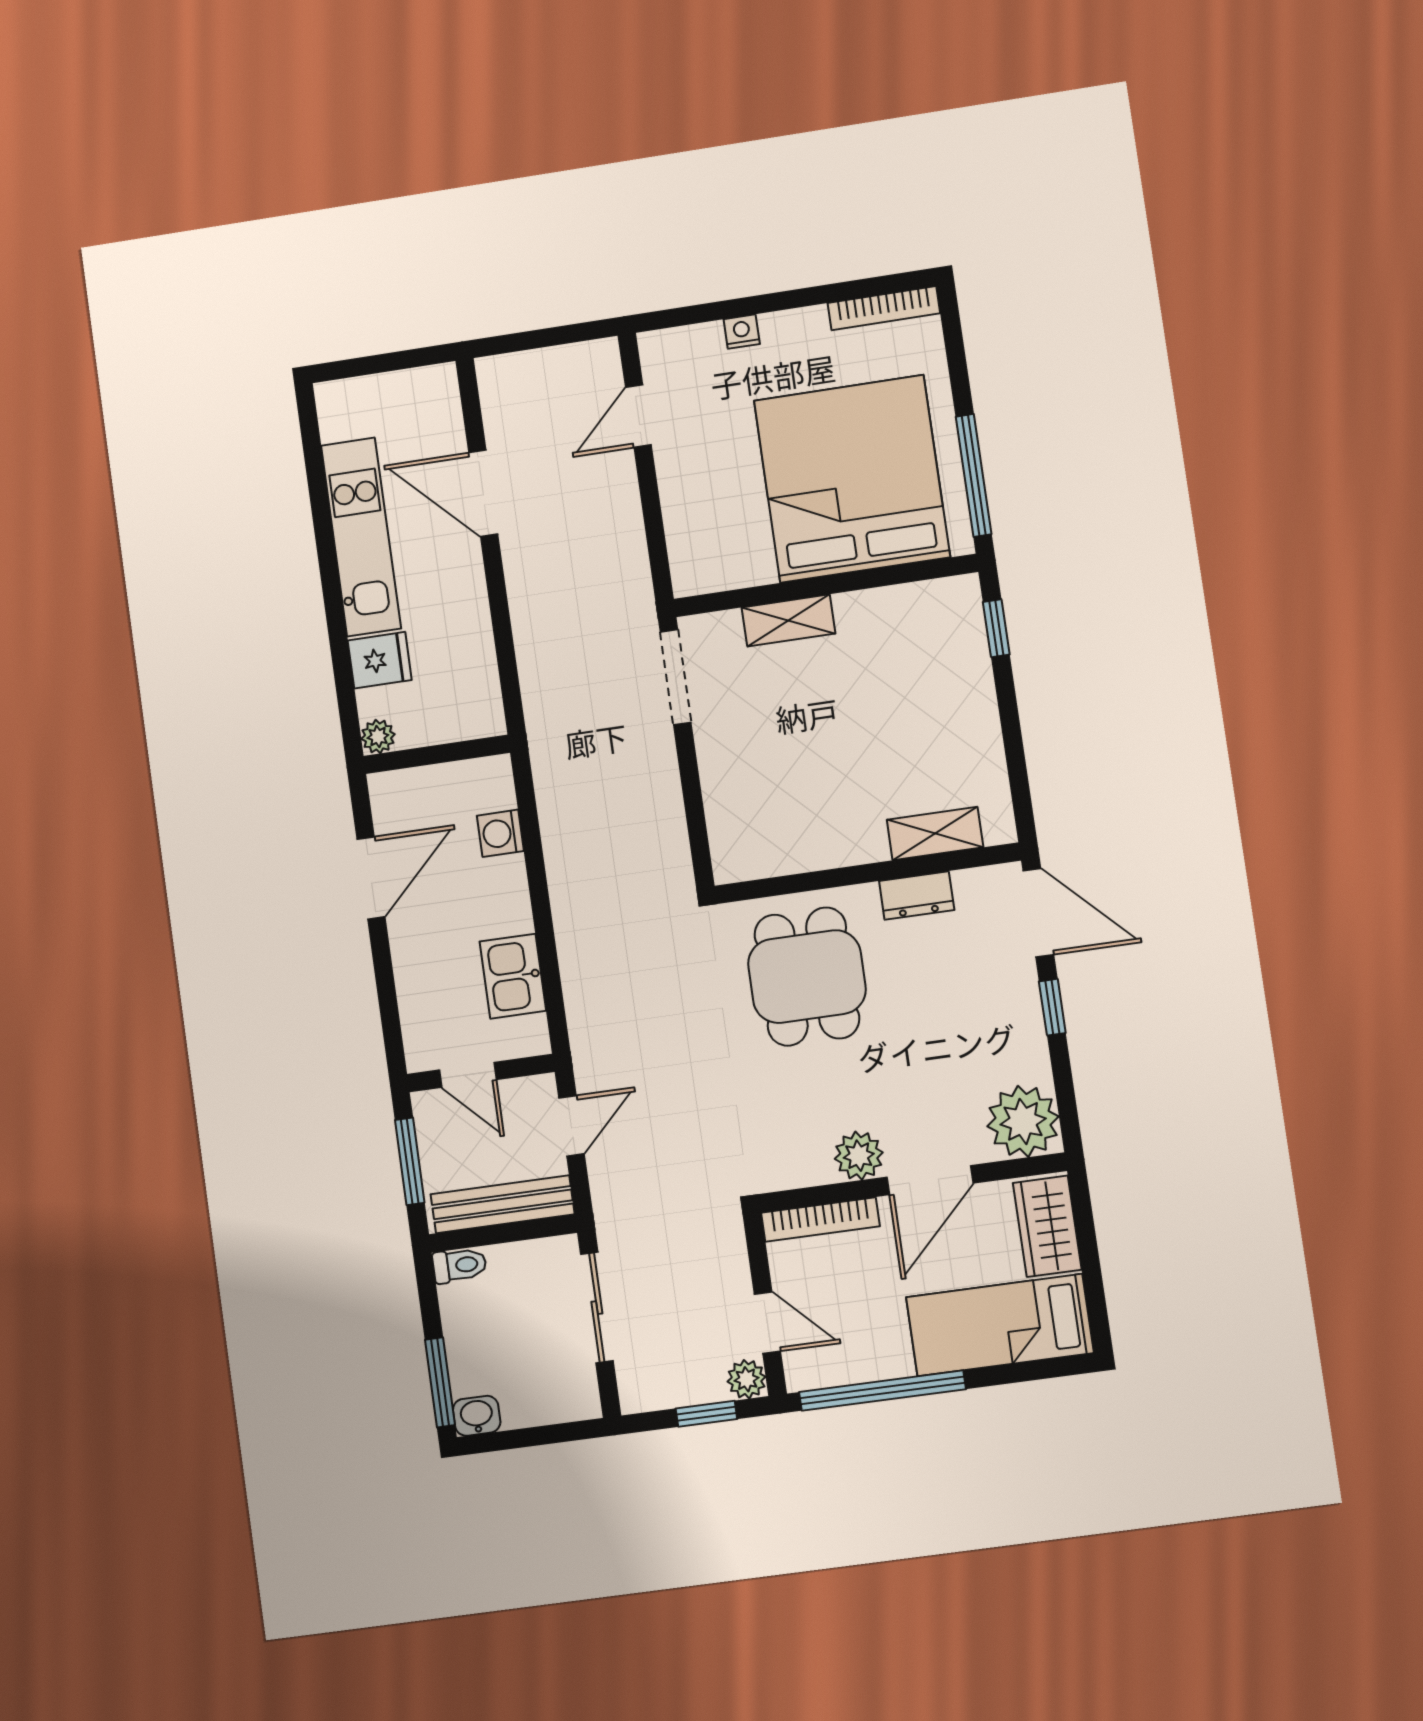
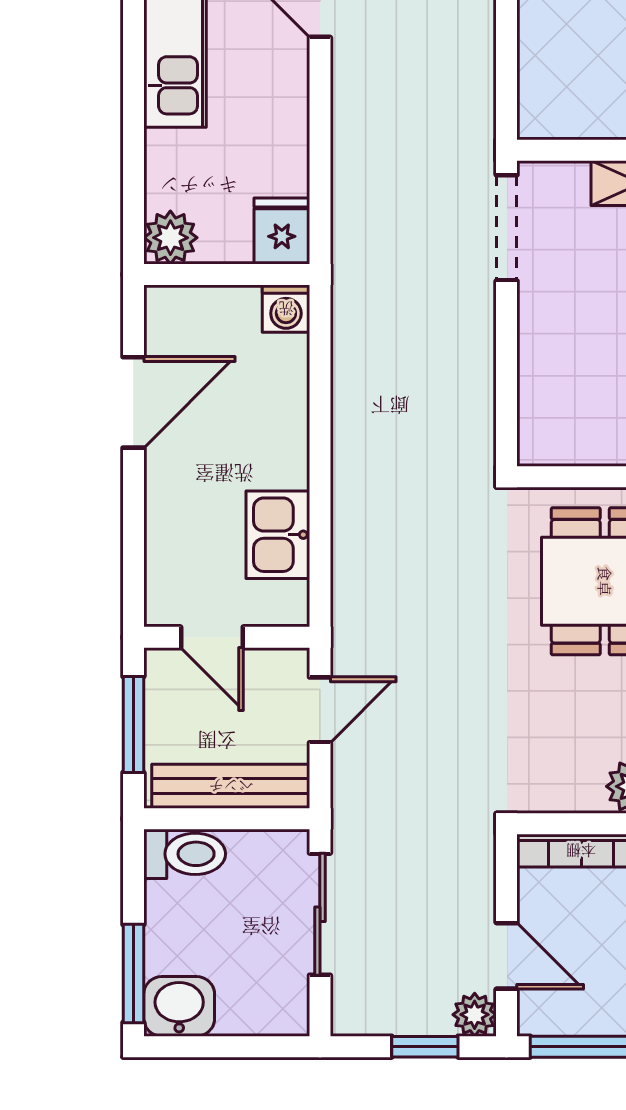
fridge: (380, 660) -> (282, 231), moved, turned -90
plant: (378, 737) -> (170, 238), width x1.38, depth x1.38
washing machine: (500, 833) -> (286, 309), moved, turned -90
toilet: (459, 1265) -> (185, 854), width x1.37, depth x1.39
washbasin: (477, 1416) -> (179, 1006), width x1.38, depth x1.45

